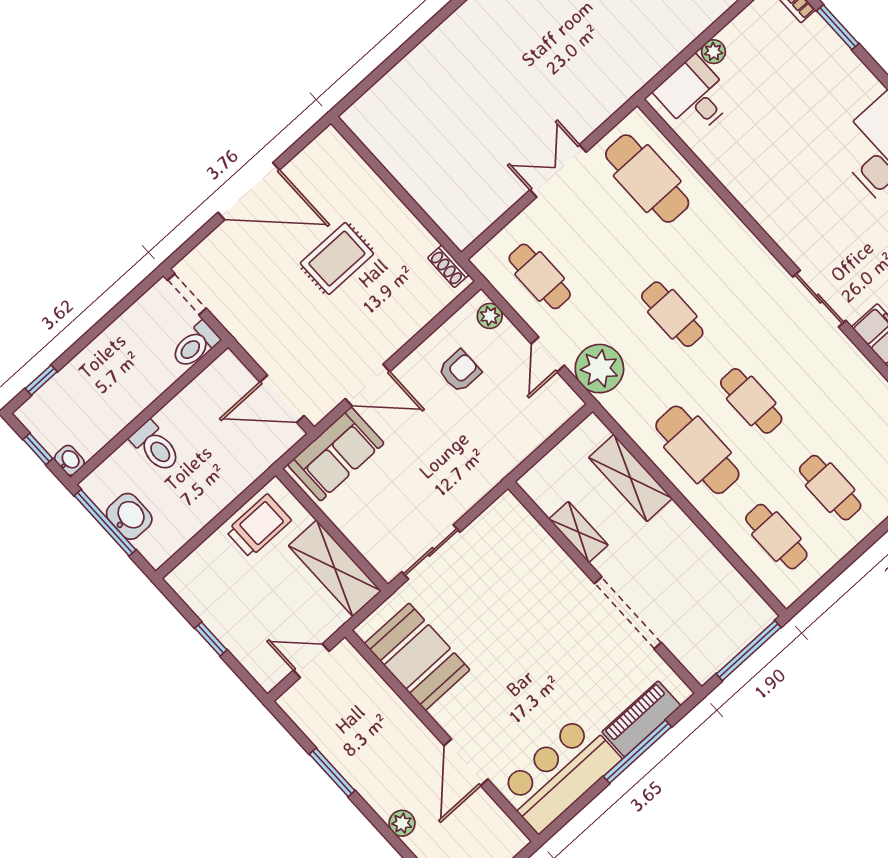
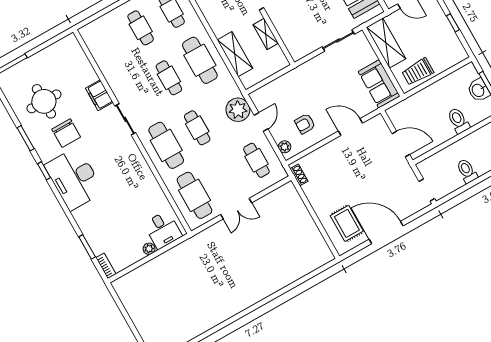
rug: (337, 259) -> (347, 223), moved, turned 90
cafe table: (726, 265) -> (166, 145), added
toilet: (195, 345) -> (467, 171), moved, turned -90
door: (282, 399) -> (401, 144), moved
sofa: (336, 454) -> (379, 84), moved, turned -90

